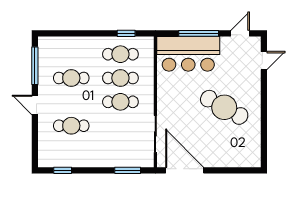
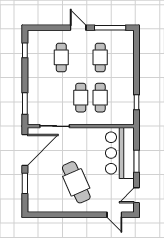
window: (199, 33) -> (137, 161), width x0.69
door: (240, 33) -> (137, 195), swing flipped
cafe table: (120, 54) -> (120, 98), removed
door: (35, 105) -> (78, 28), hinge flipped
cafe table: (224, 107) -> (76, 182), turned -53
window: (226, 170) -> (25, 183), added

